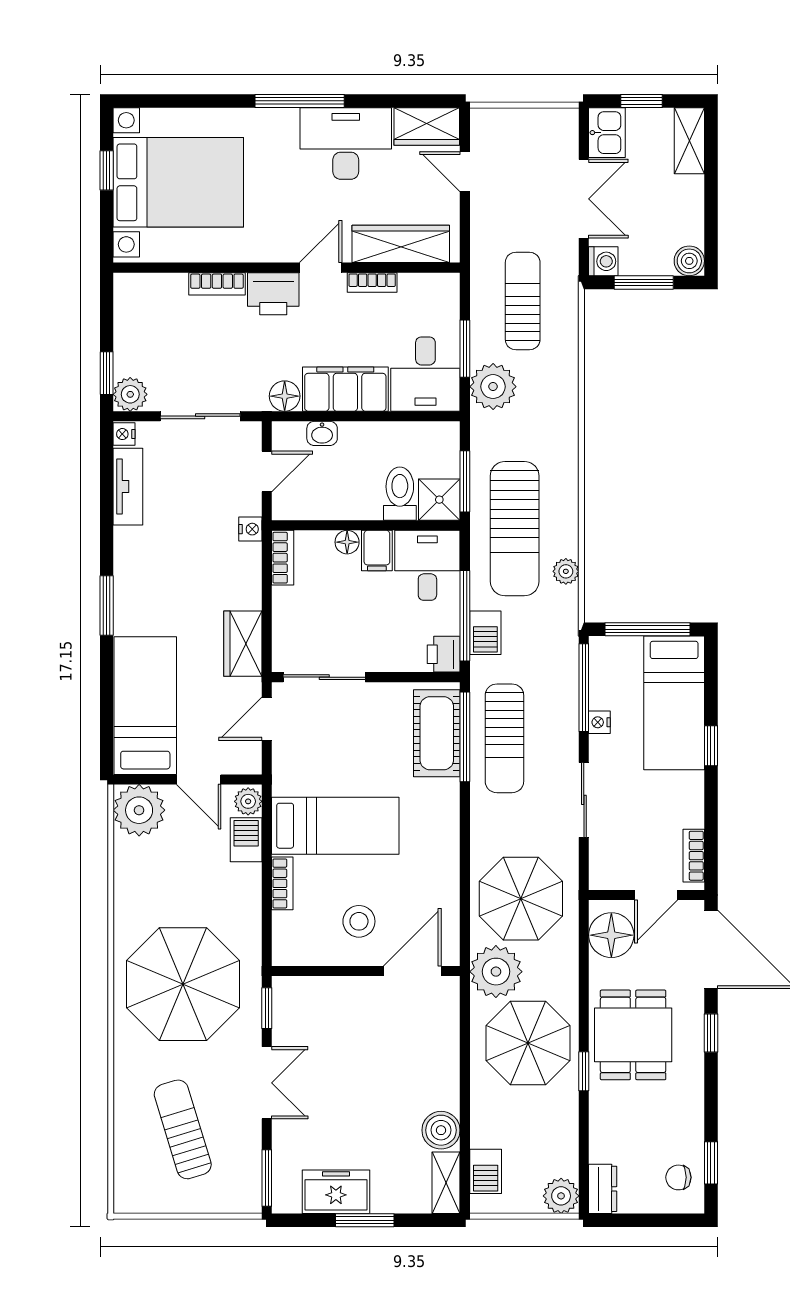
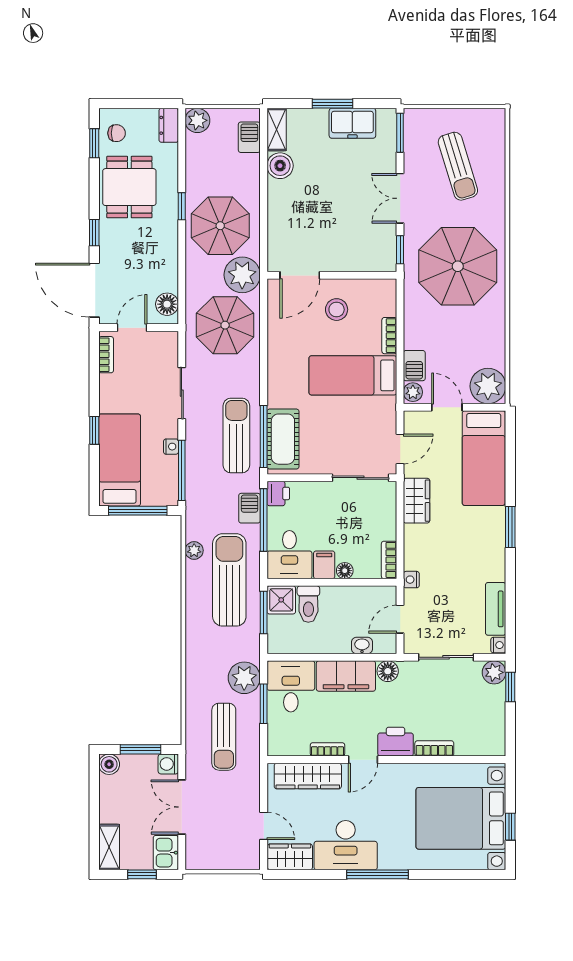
floor lamp: (611, 935) -> (167, 304), width x0.73, depth x0.73
dining table: (633, 1035) -> (129, 187), moved

